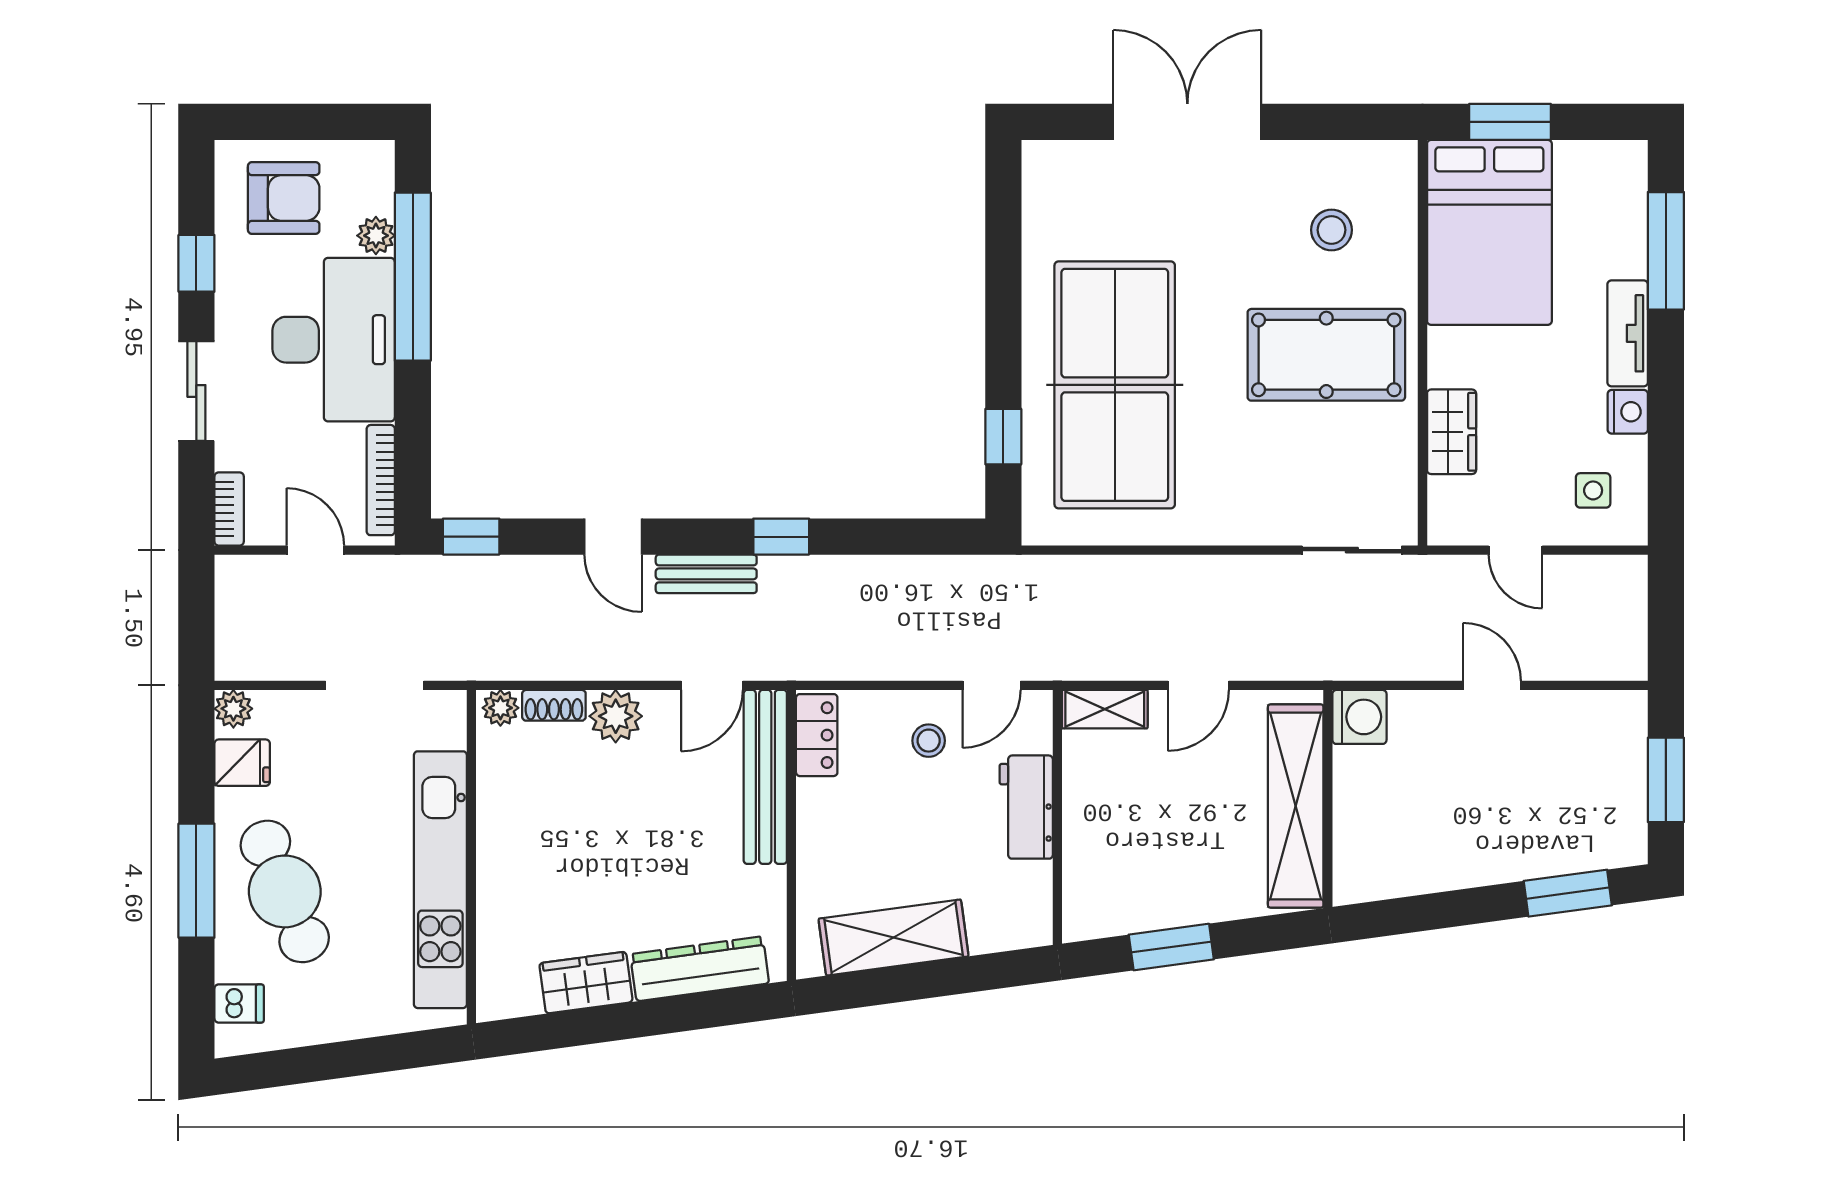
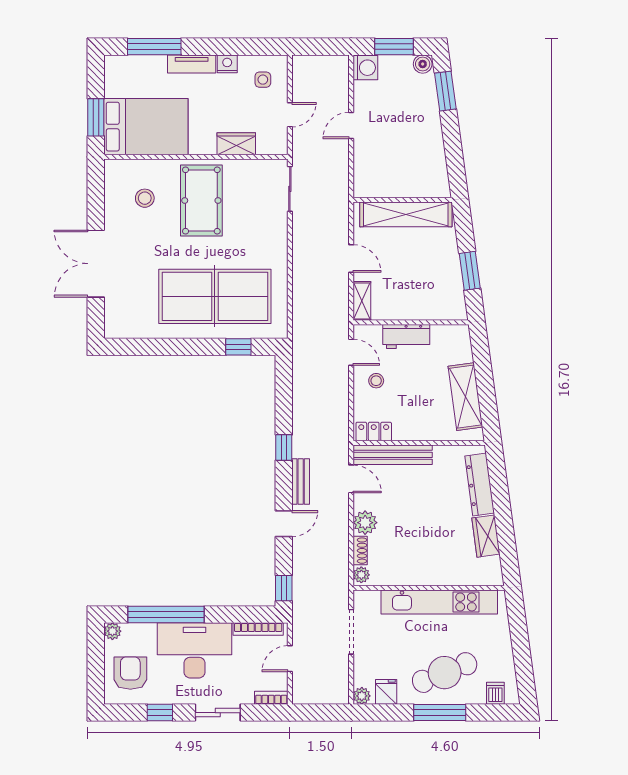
plant: (376, 236) -> (112, 631), moved
washing machine: (1359, 717) -> (365, 68), moved, turned 90
boiler: (1627, 843) -> (423, 64), added

